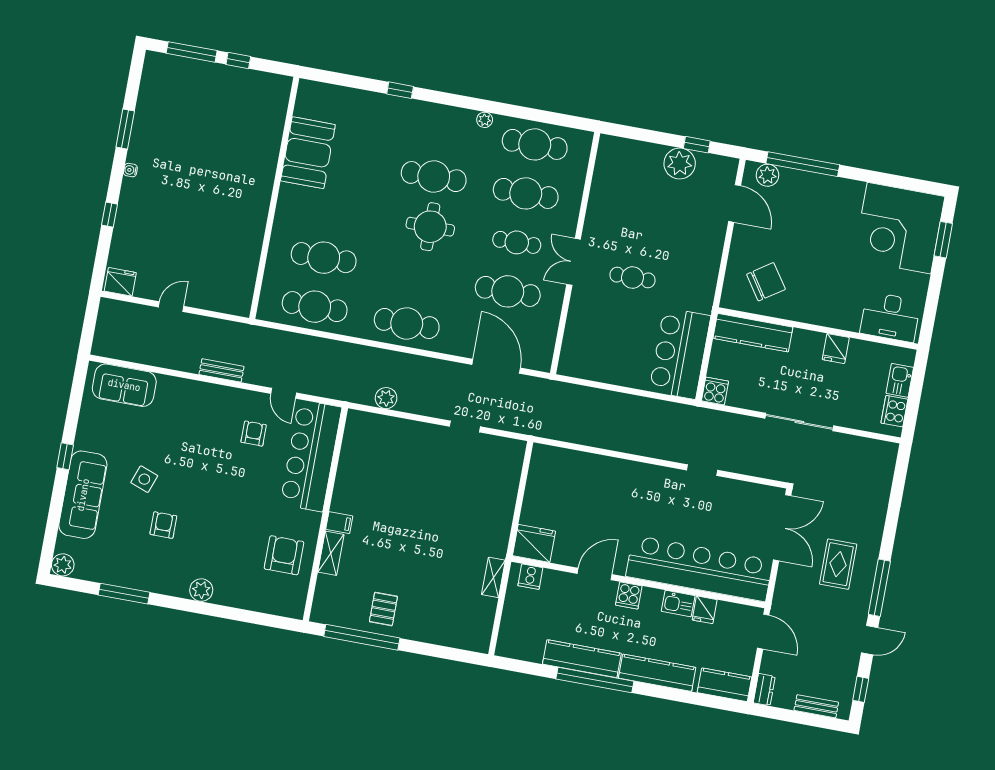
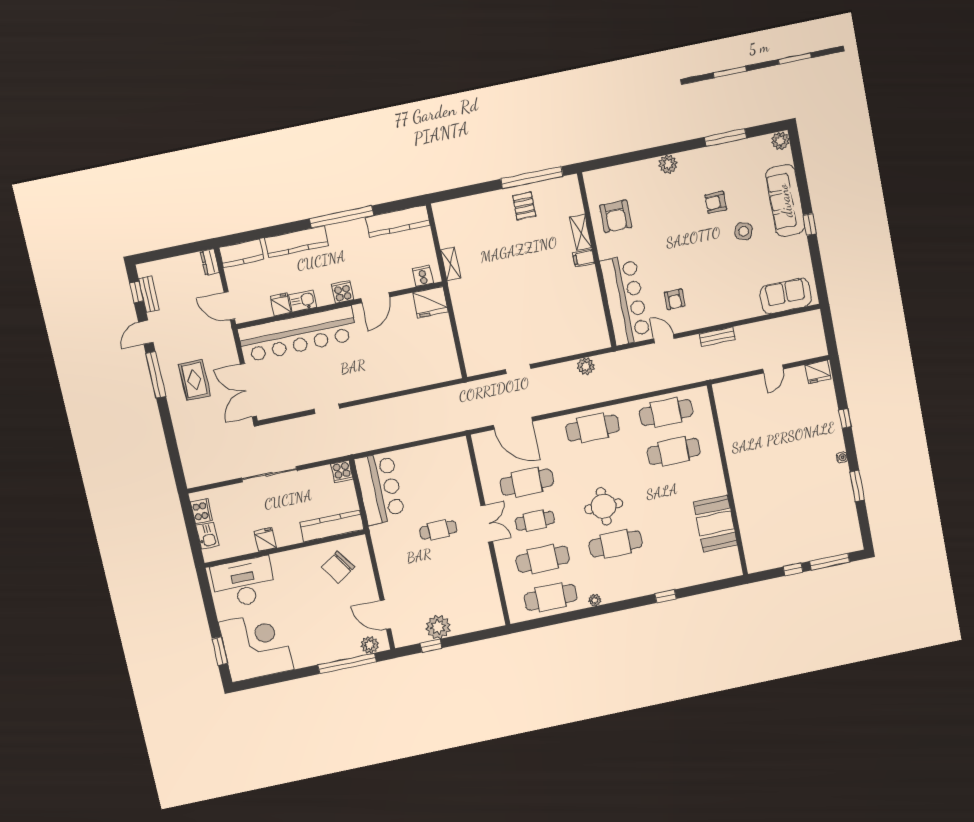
desk: (890, 317) -> (244, 582), width x1.36, depth x1.30
armchair: (163, 525) -> (716, 202), turned 90
kitchen counter: (582, 659) -> (398, 221), moved
bench: (816, 706) -> (149, 294), moved, turned 90

